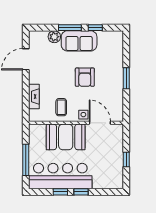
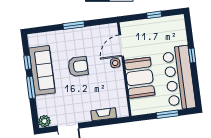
plant: (54, 37) -> (44, 121), moved
sofa: (79, 41) -> (42, 70), width x1.36
coffee table: (61, 107) -> (111, 86), removed
window: (26, 160) -> (167, 114), width x0.69
window: (60, 192) -> (195, 76), removed

